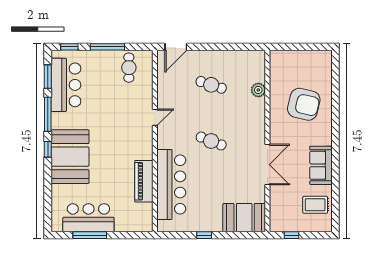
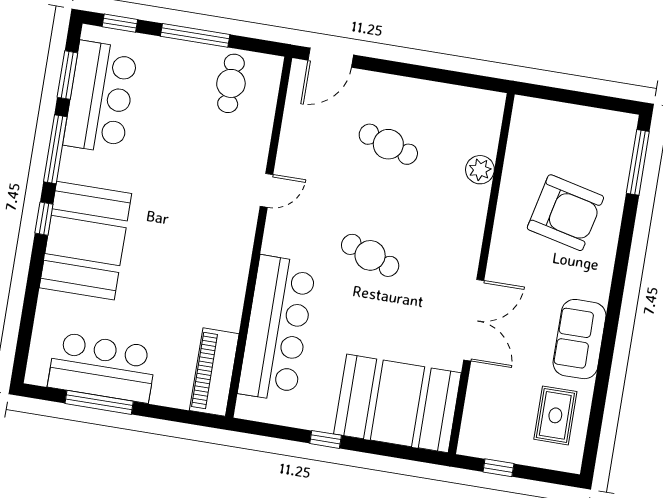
window: (335, 74) -> (638, 162), added
piano: (144, 181) -> (214, 372), moved
rug: (315, 205) -> (555, 415), turned 90
booth: (244, 218) -> (397, 403), width x1.36, depth x1.42

